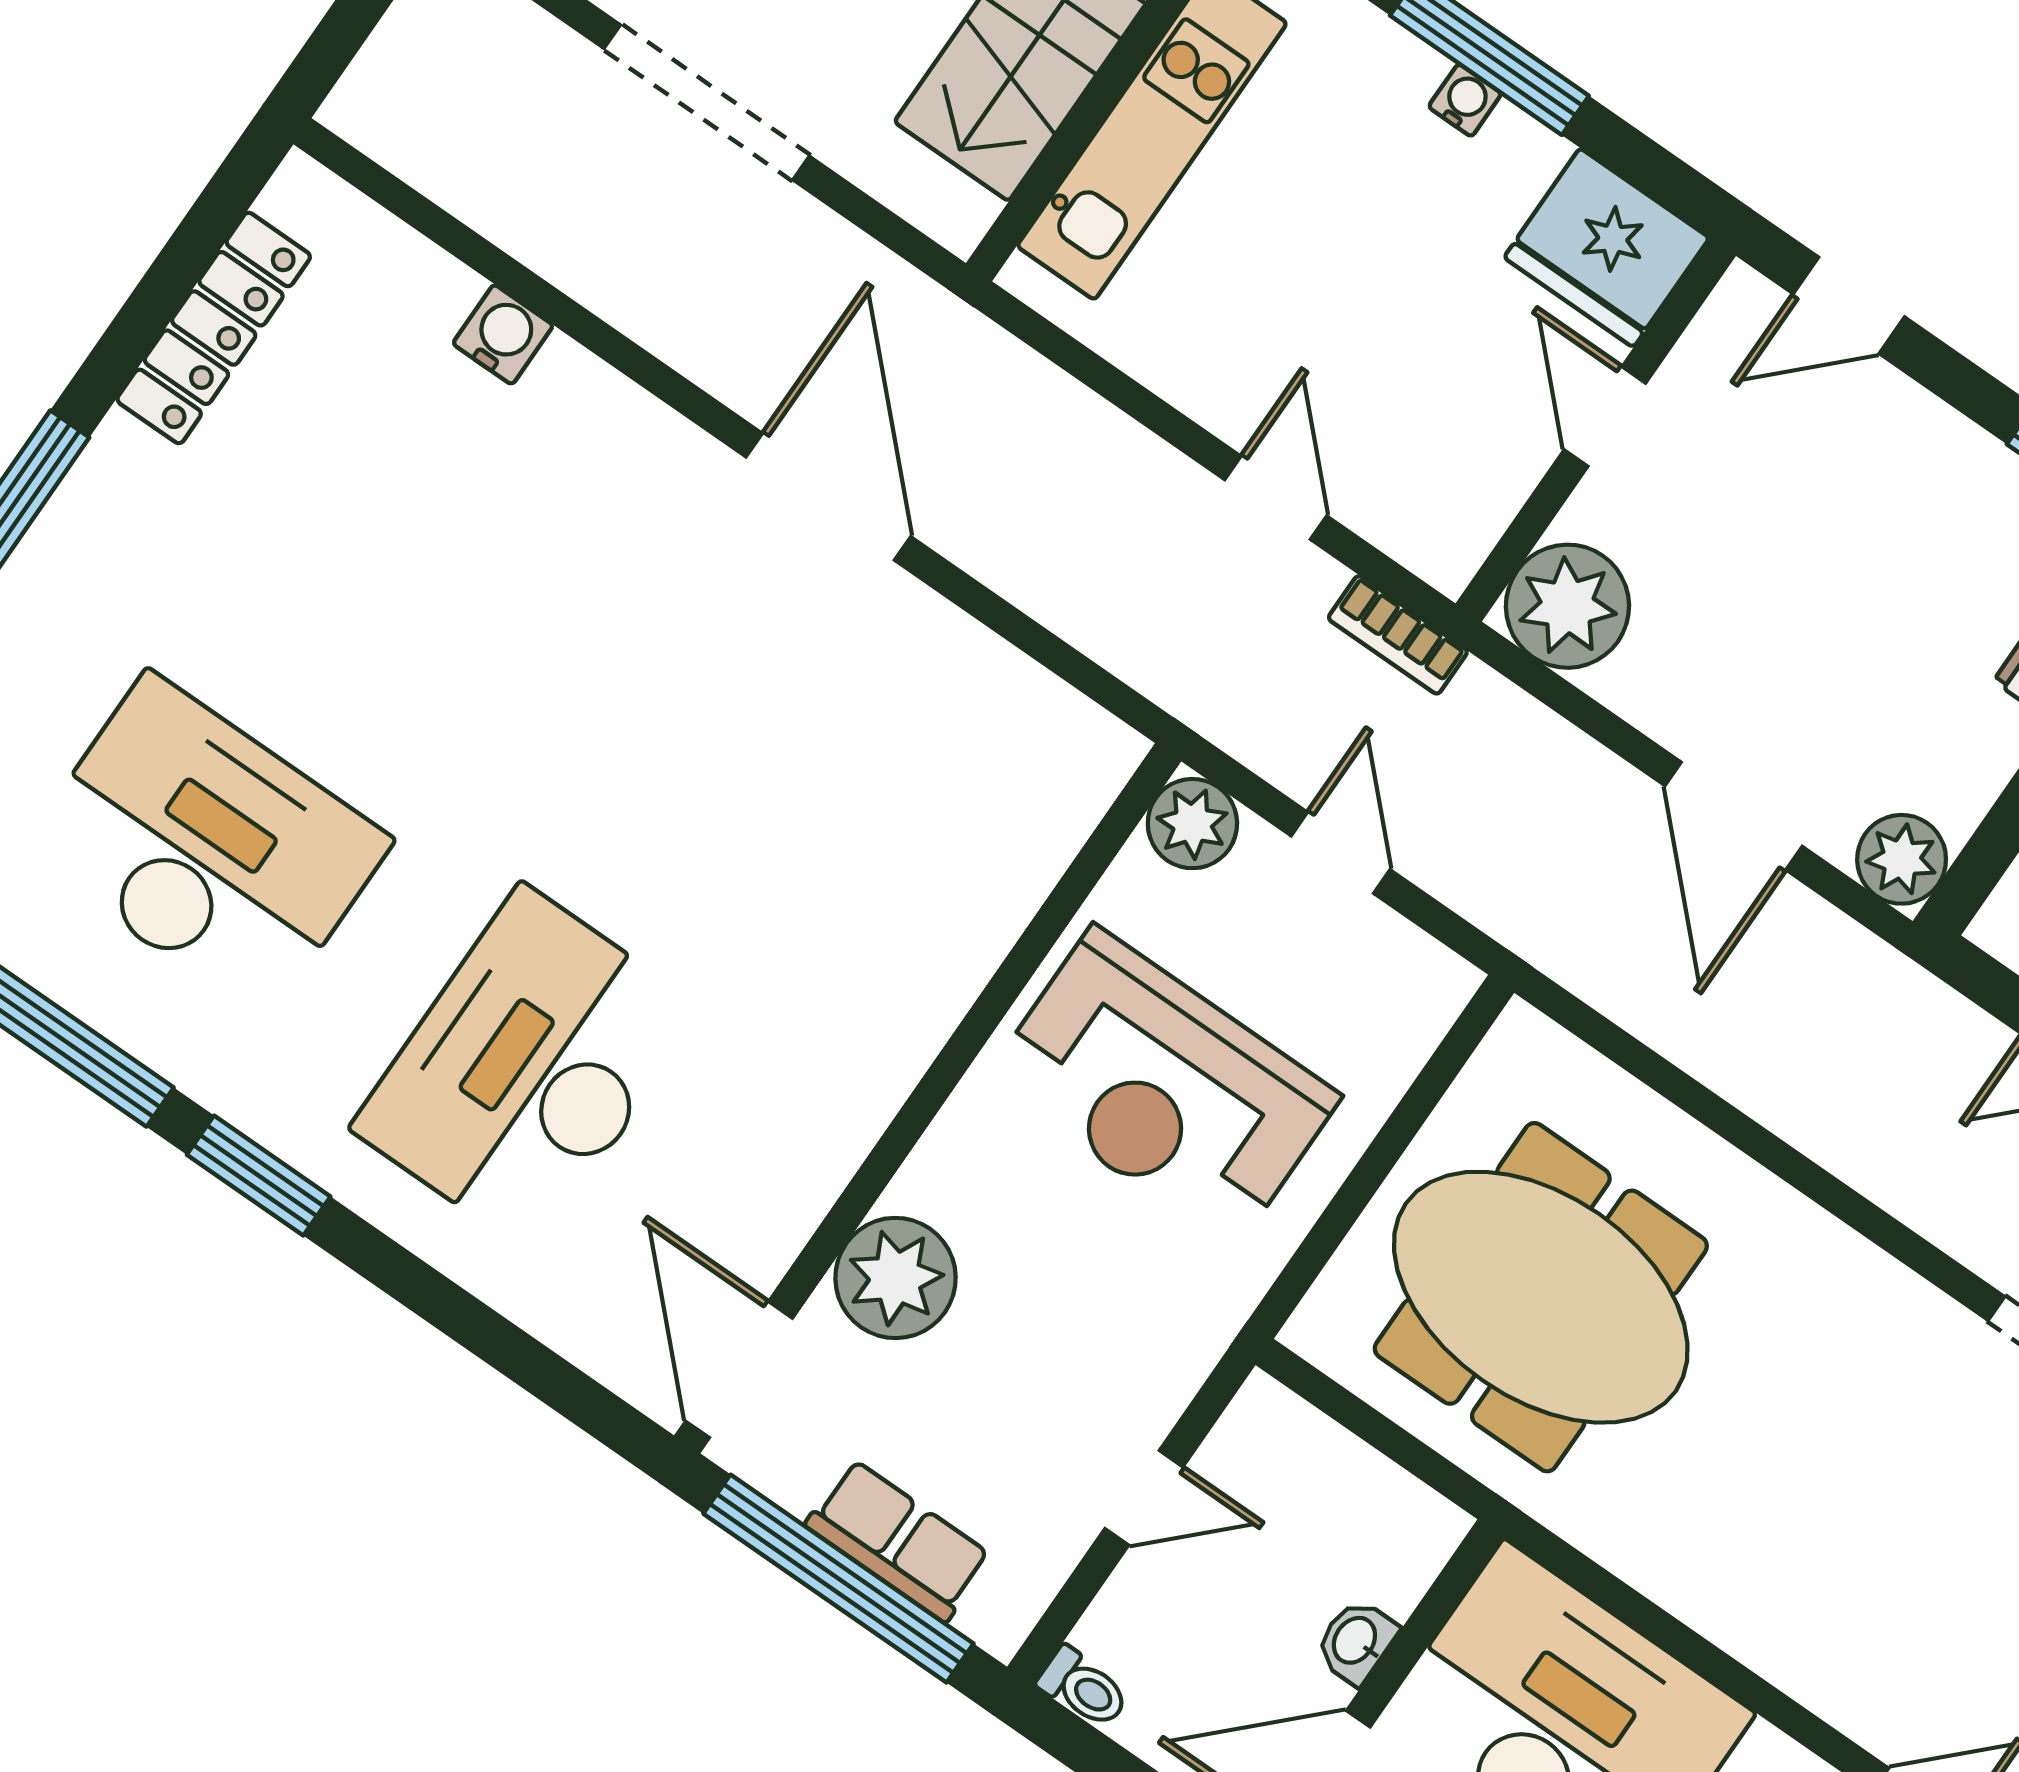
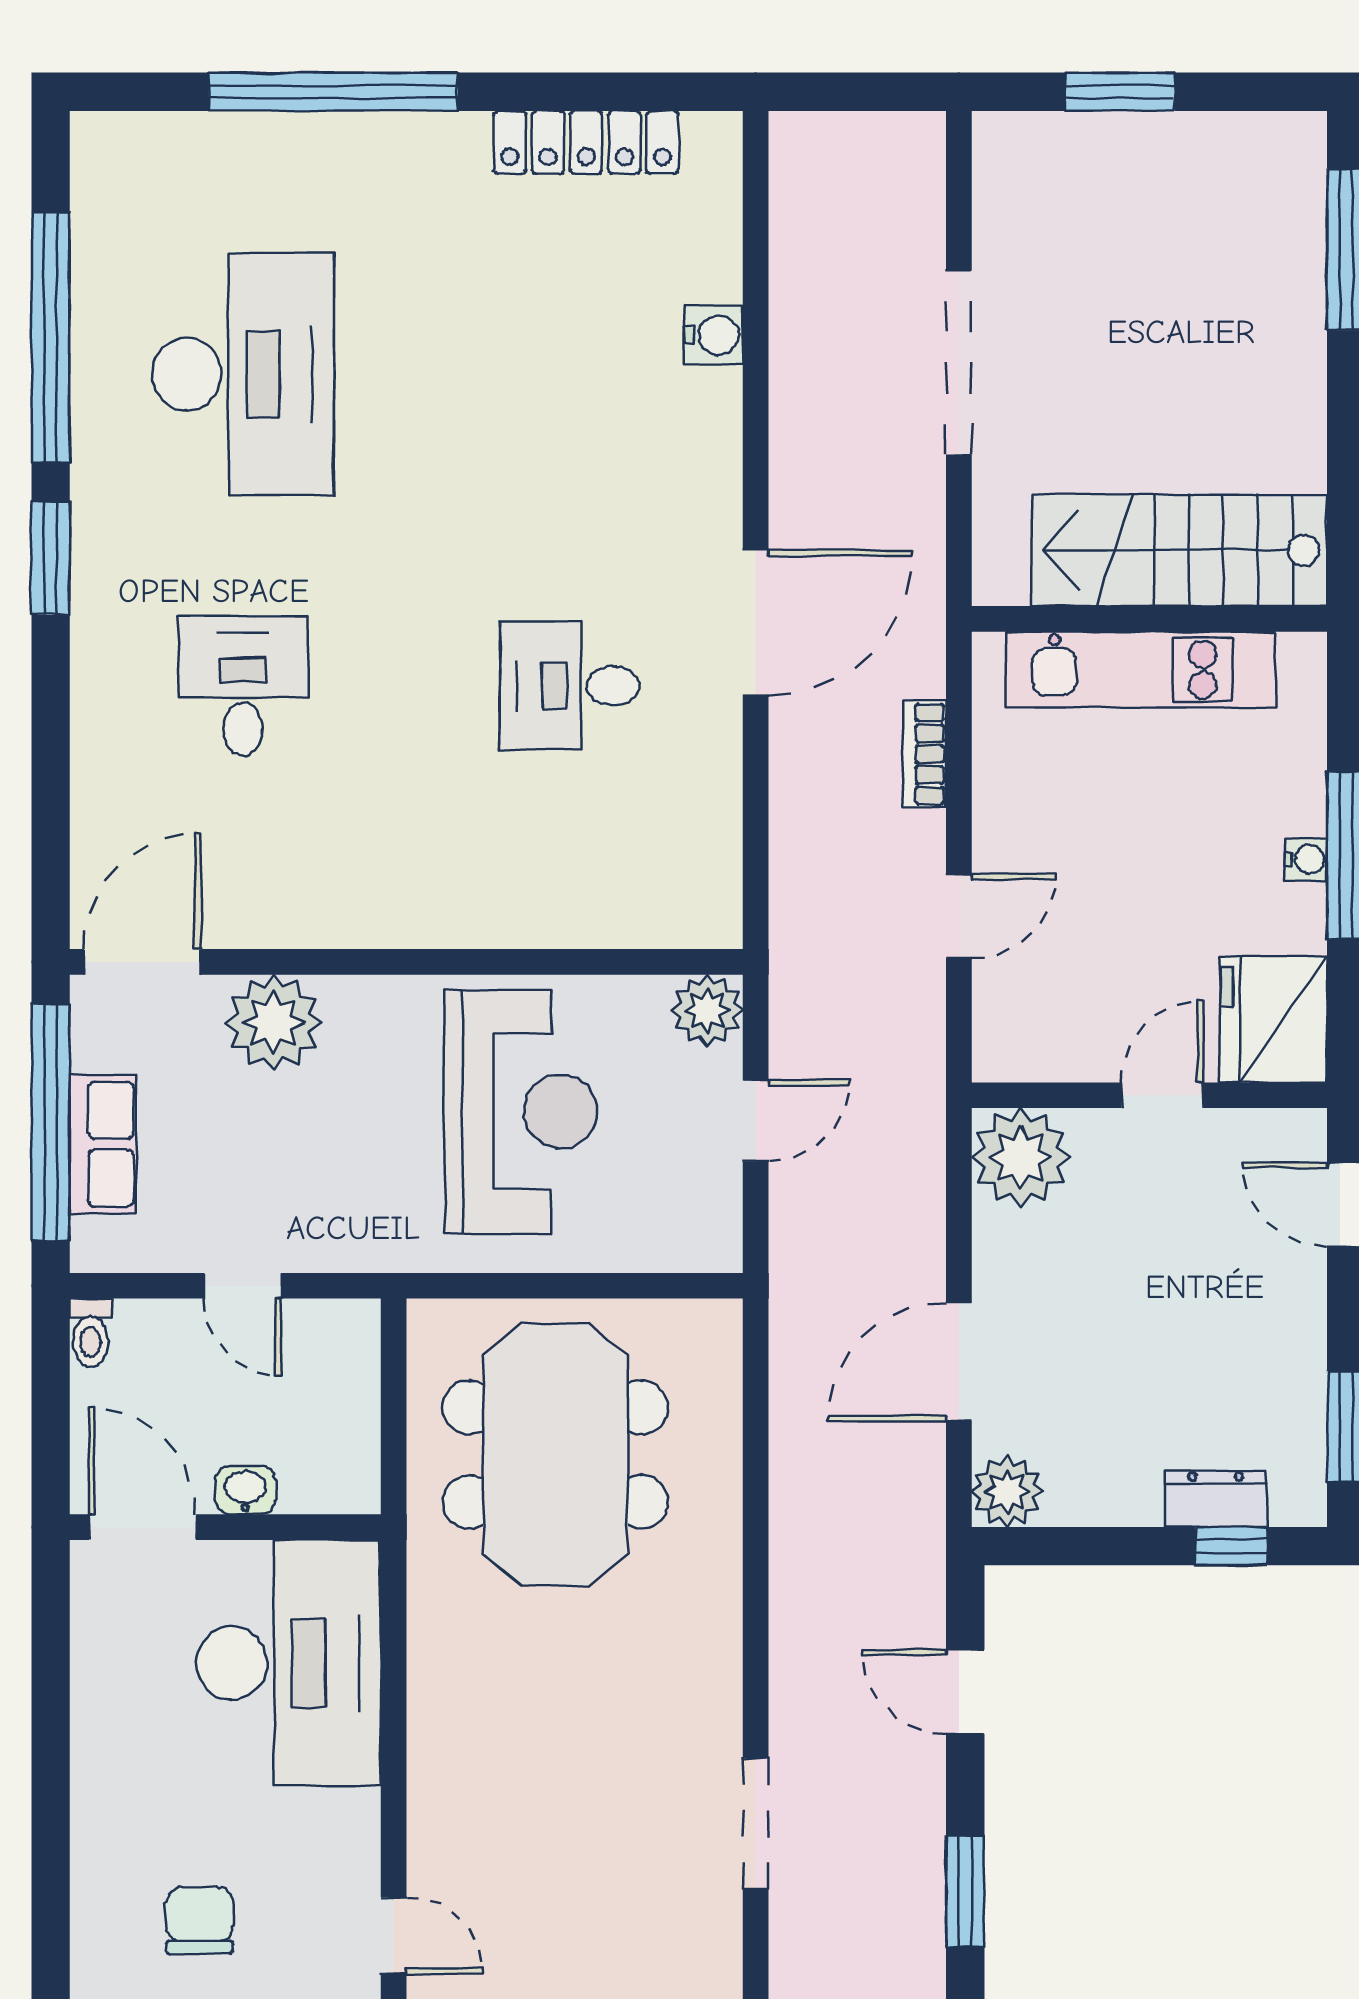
bookcase: (1398, 635) -> (925, 754), moved
desk: (761, 733) -> (570, 686), added
desk: (527, 1069) -> (243, 686), width x0.53, depth x0.77
reception desk: (1163, 1088) -> (521, 1112), turned 180

